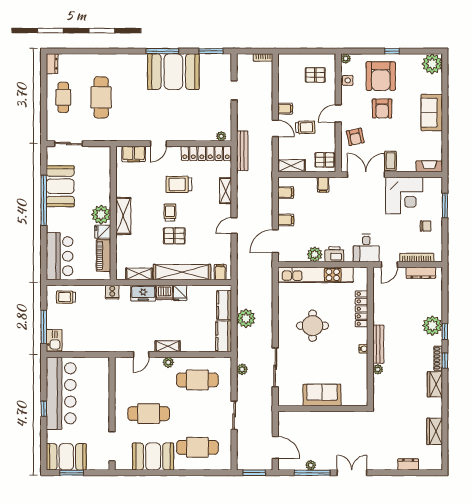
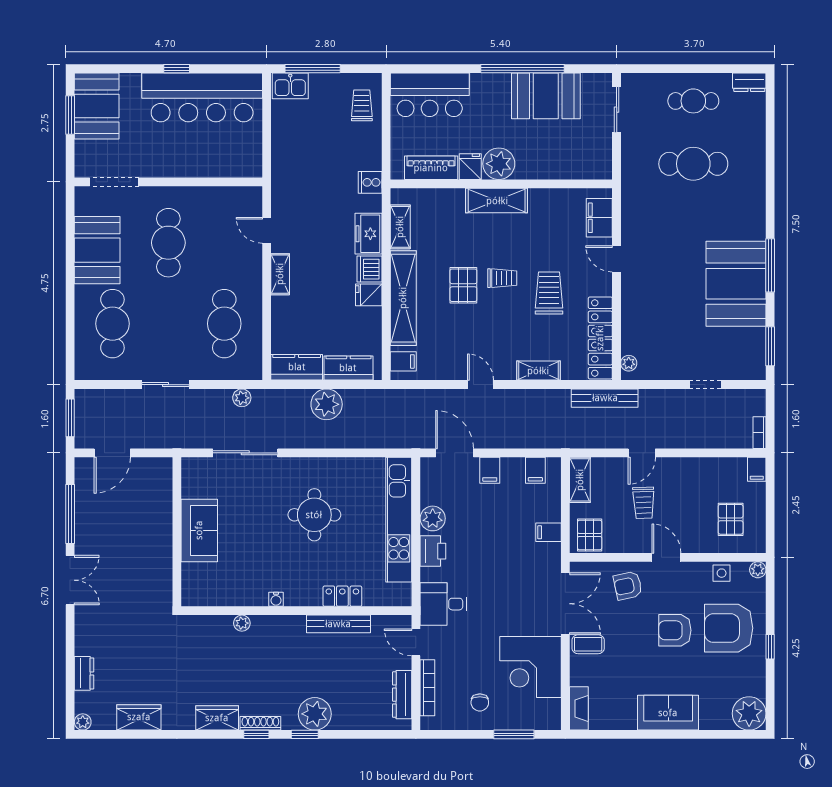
filing cabinet: (285, 109) -> (757, 469), moved
locker: (362, 309) -> (342, 596), width x0.66
bench: (378, 344) -> (338, 624), moved
plant: (168, 362) -> (254, 275), removed
plant: (311, 465) -> (83, 722), moved

